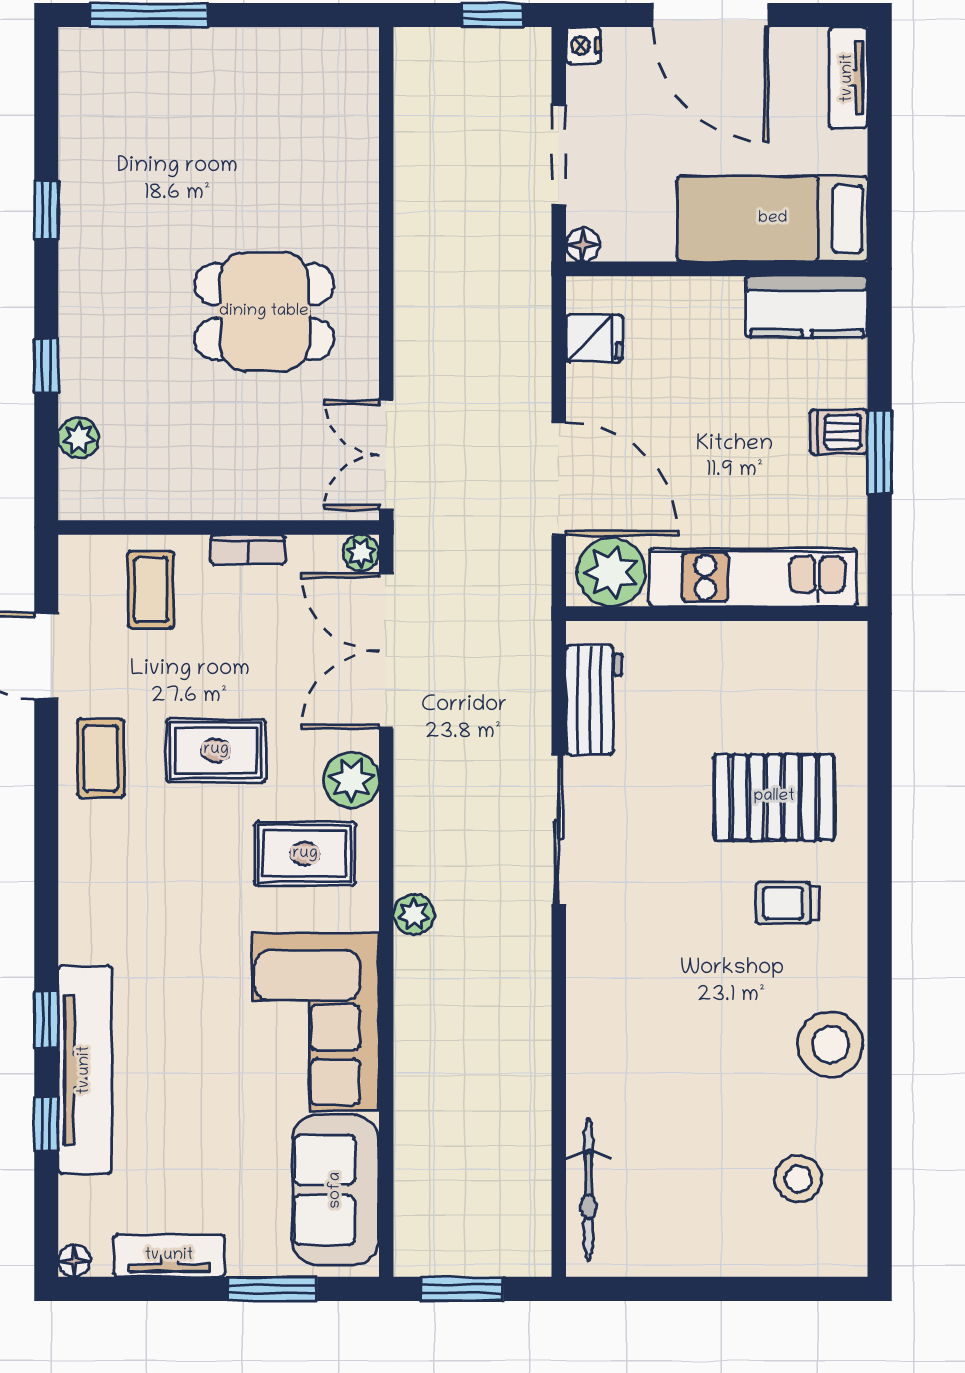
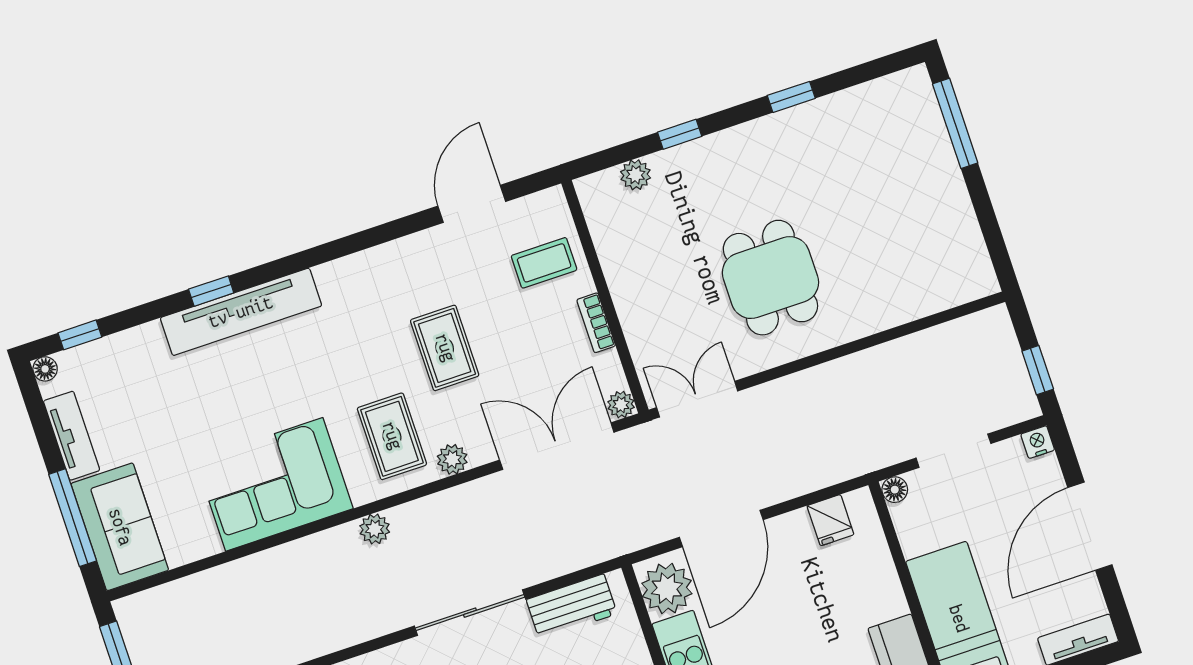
coffee table: (101, 758) -> (411, 267), removed
plant: (351, 780) -> (452, 459), width x0.73, depth x0.73
tv unit: (85, 1070) -> (241, 312), moved
window: (46, 1124) -> (80, 335), moved
sofa: (336, 1190) -> (120, 527), moved, turned 90
window: (273, 1289) -> (73, 518), width x1.44

